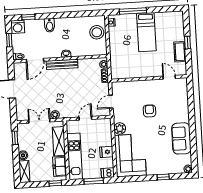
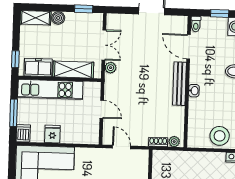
plant: (120, 128) -> (83, 156), removed

